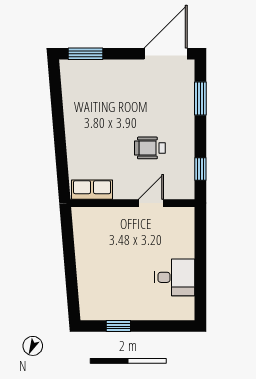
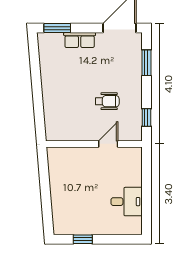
wheelchair: (150, 148) -> (107, 101), turned 180
row of seats: (92, 190) -> (80, 40), moved, turned 180

